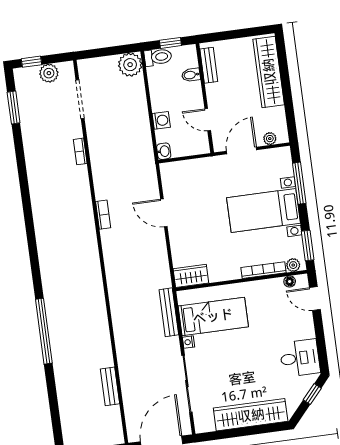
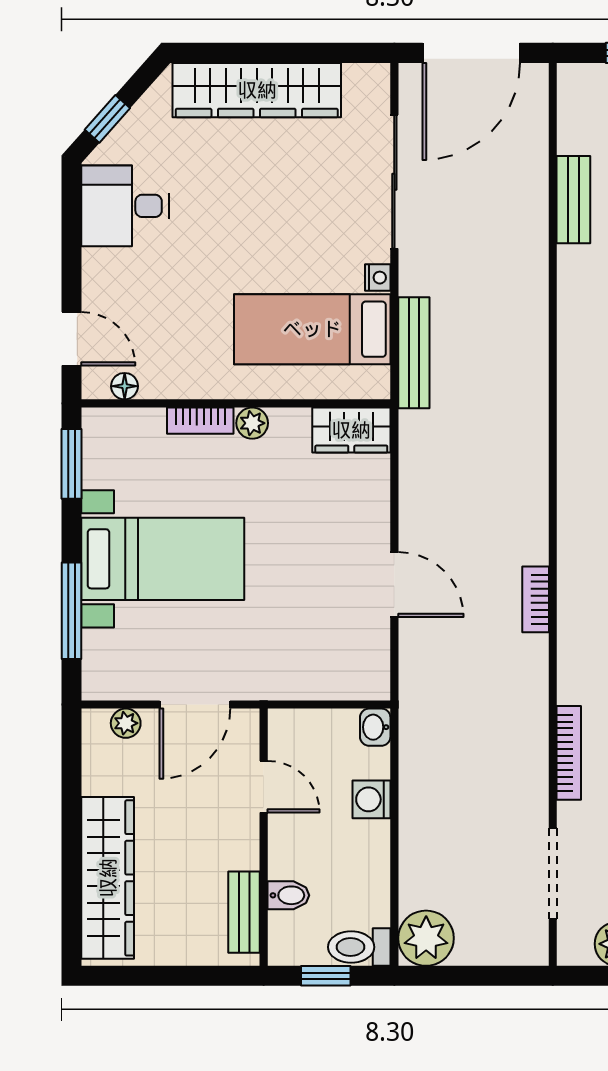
bookcase: (80, 151) -> (569, 753), width x1.56
plant: (293, 265) -> (252, 423), moved
bookcase: (263, 270) -> (200, 421), width x0.64

